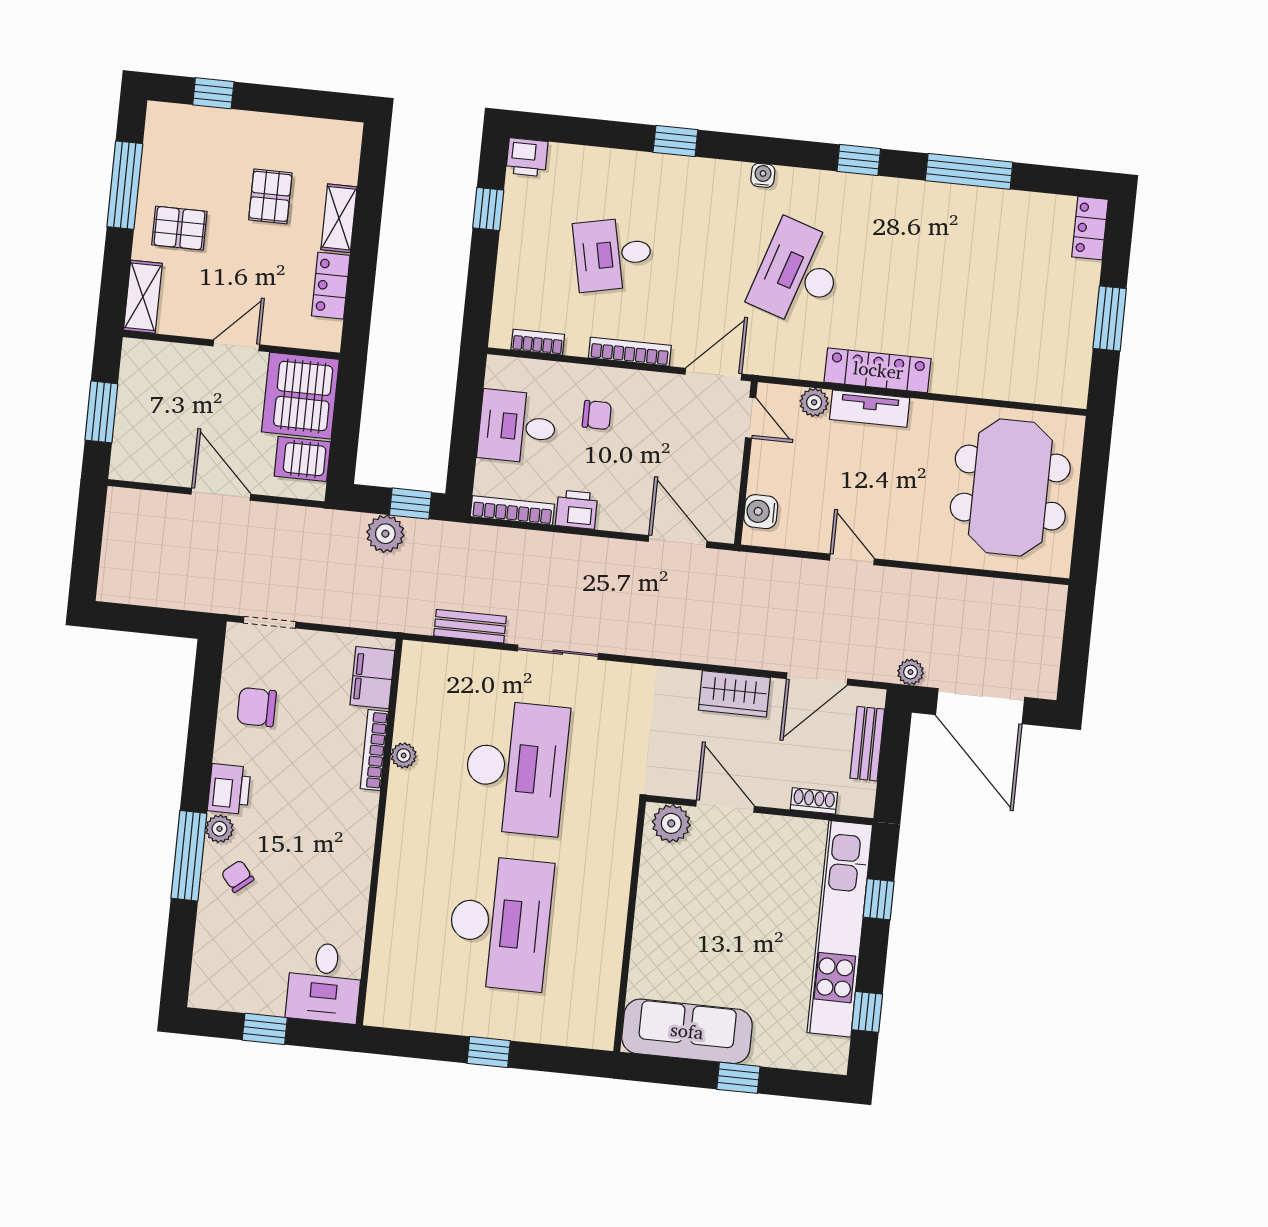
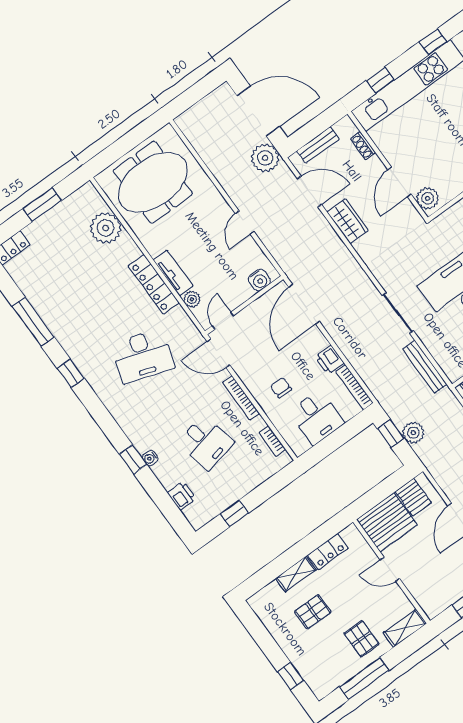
printer: (527, 157) -> (182, 496), moved
water cooler: (763, 175) -> (150, 458), moved
plant: (1006, 374) -> (106, 228), added
door: (678, 541) -> (304, 304), width x1.36
bench: (470, 626) -> (425, 367), width x1.36
plant: (911, 672) -> (265, 158), width x1.87, depth x1.87
door: (980, 706) -> (258, 111), hinge flipped

